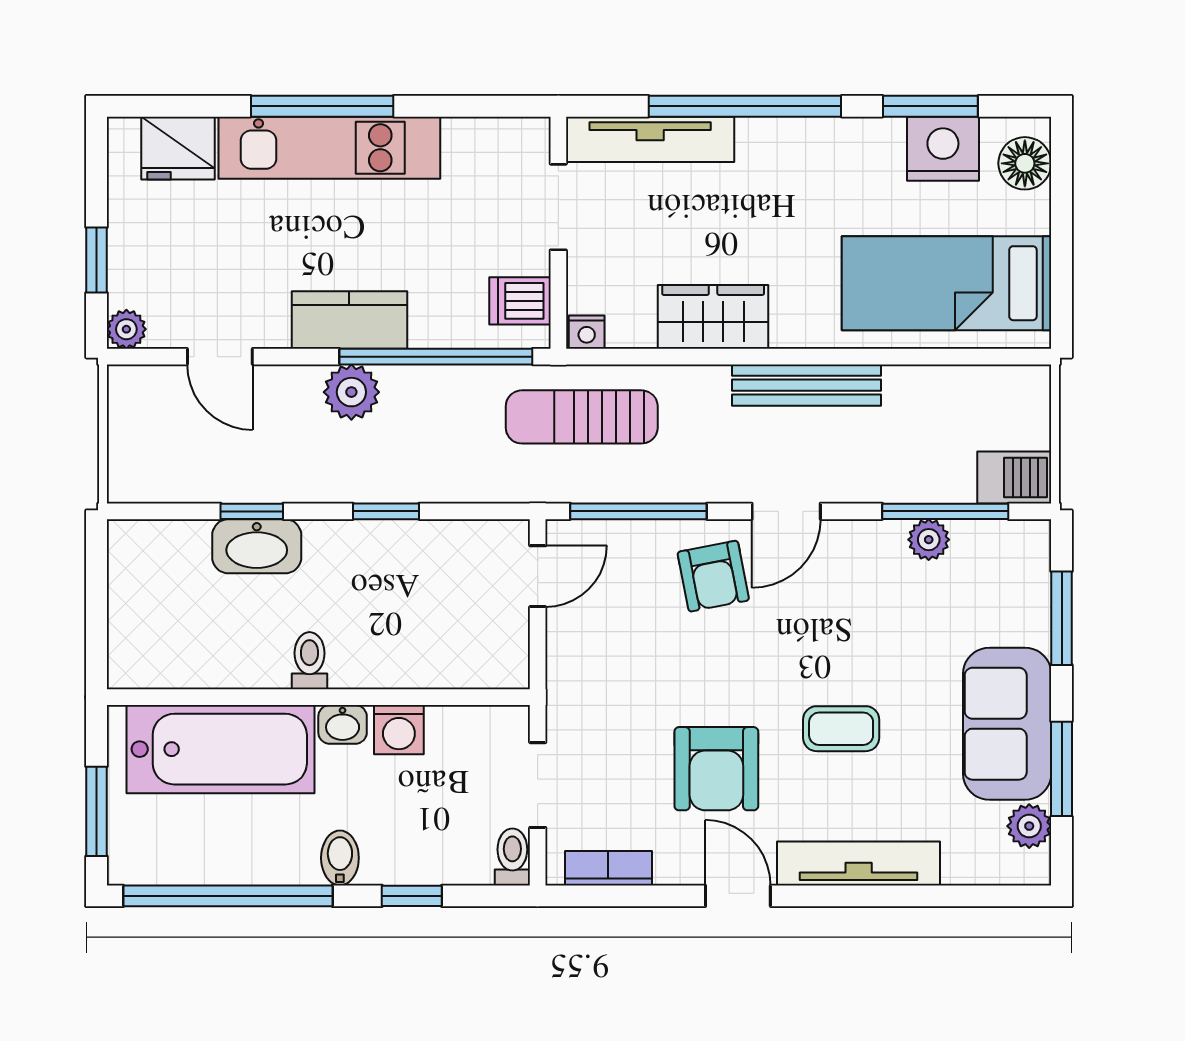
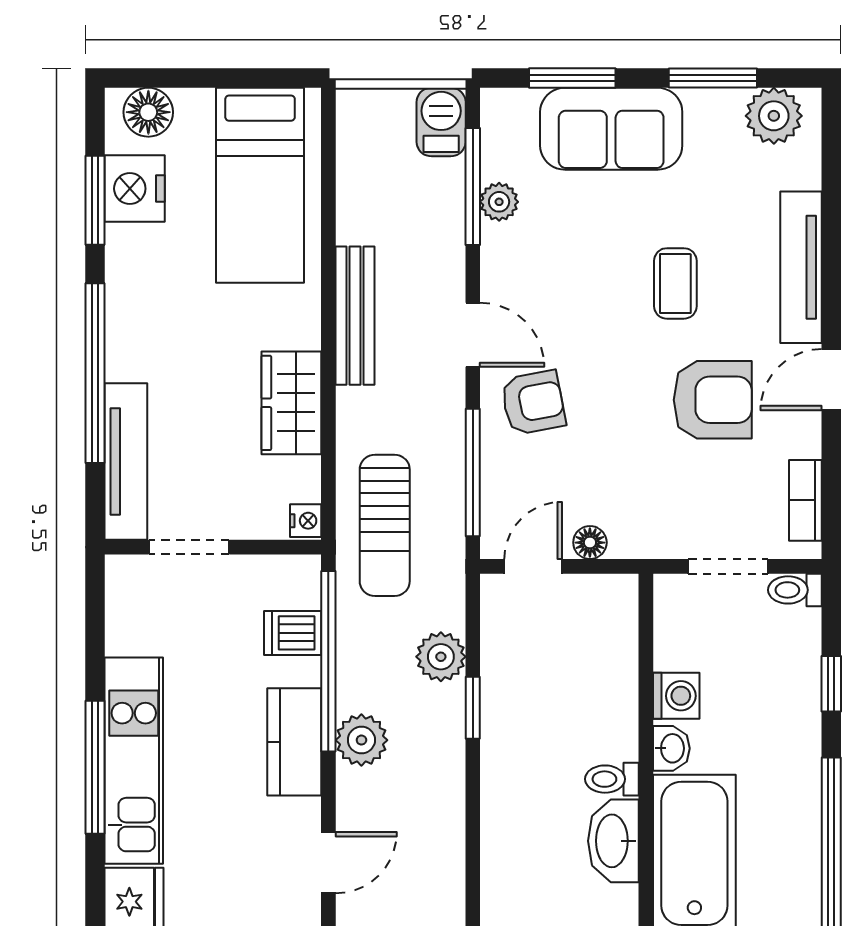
dishwasher: (520, 301) -> (293, 633), moved, turned 90
plant: (441, 477) -> (441, 657), added
window: (252, 511) -> (473, 833), removed
washbasin: (257, 546) -> (613, 841), moved, turned 180
door: (538, 576) -> (533, 566), hinge flipped
floor lamp: (563, 637) -> (590, 543), added
sofa: (1007, 724) -> (611, 129), moved
plant: (1029, 826) -> (774, 116), width x1.38, depth x1.38
bidet: (340, 858) -> (796, 751), removed

